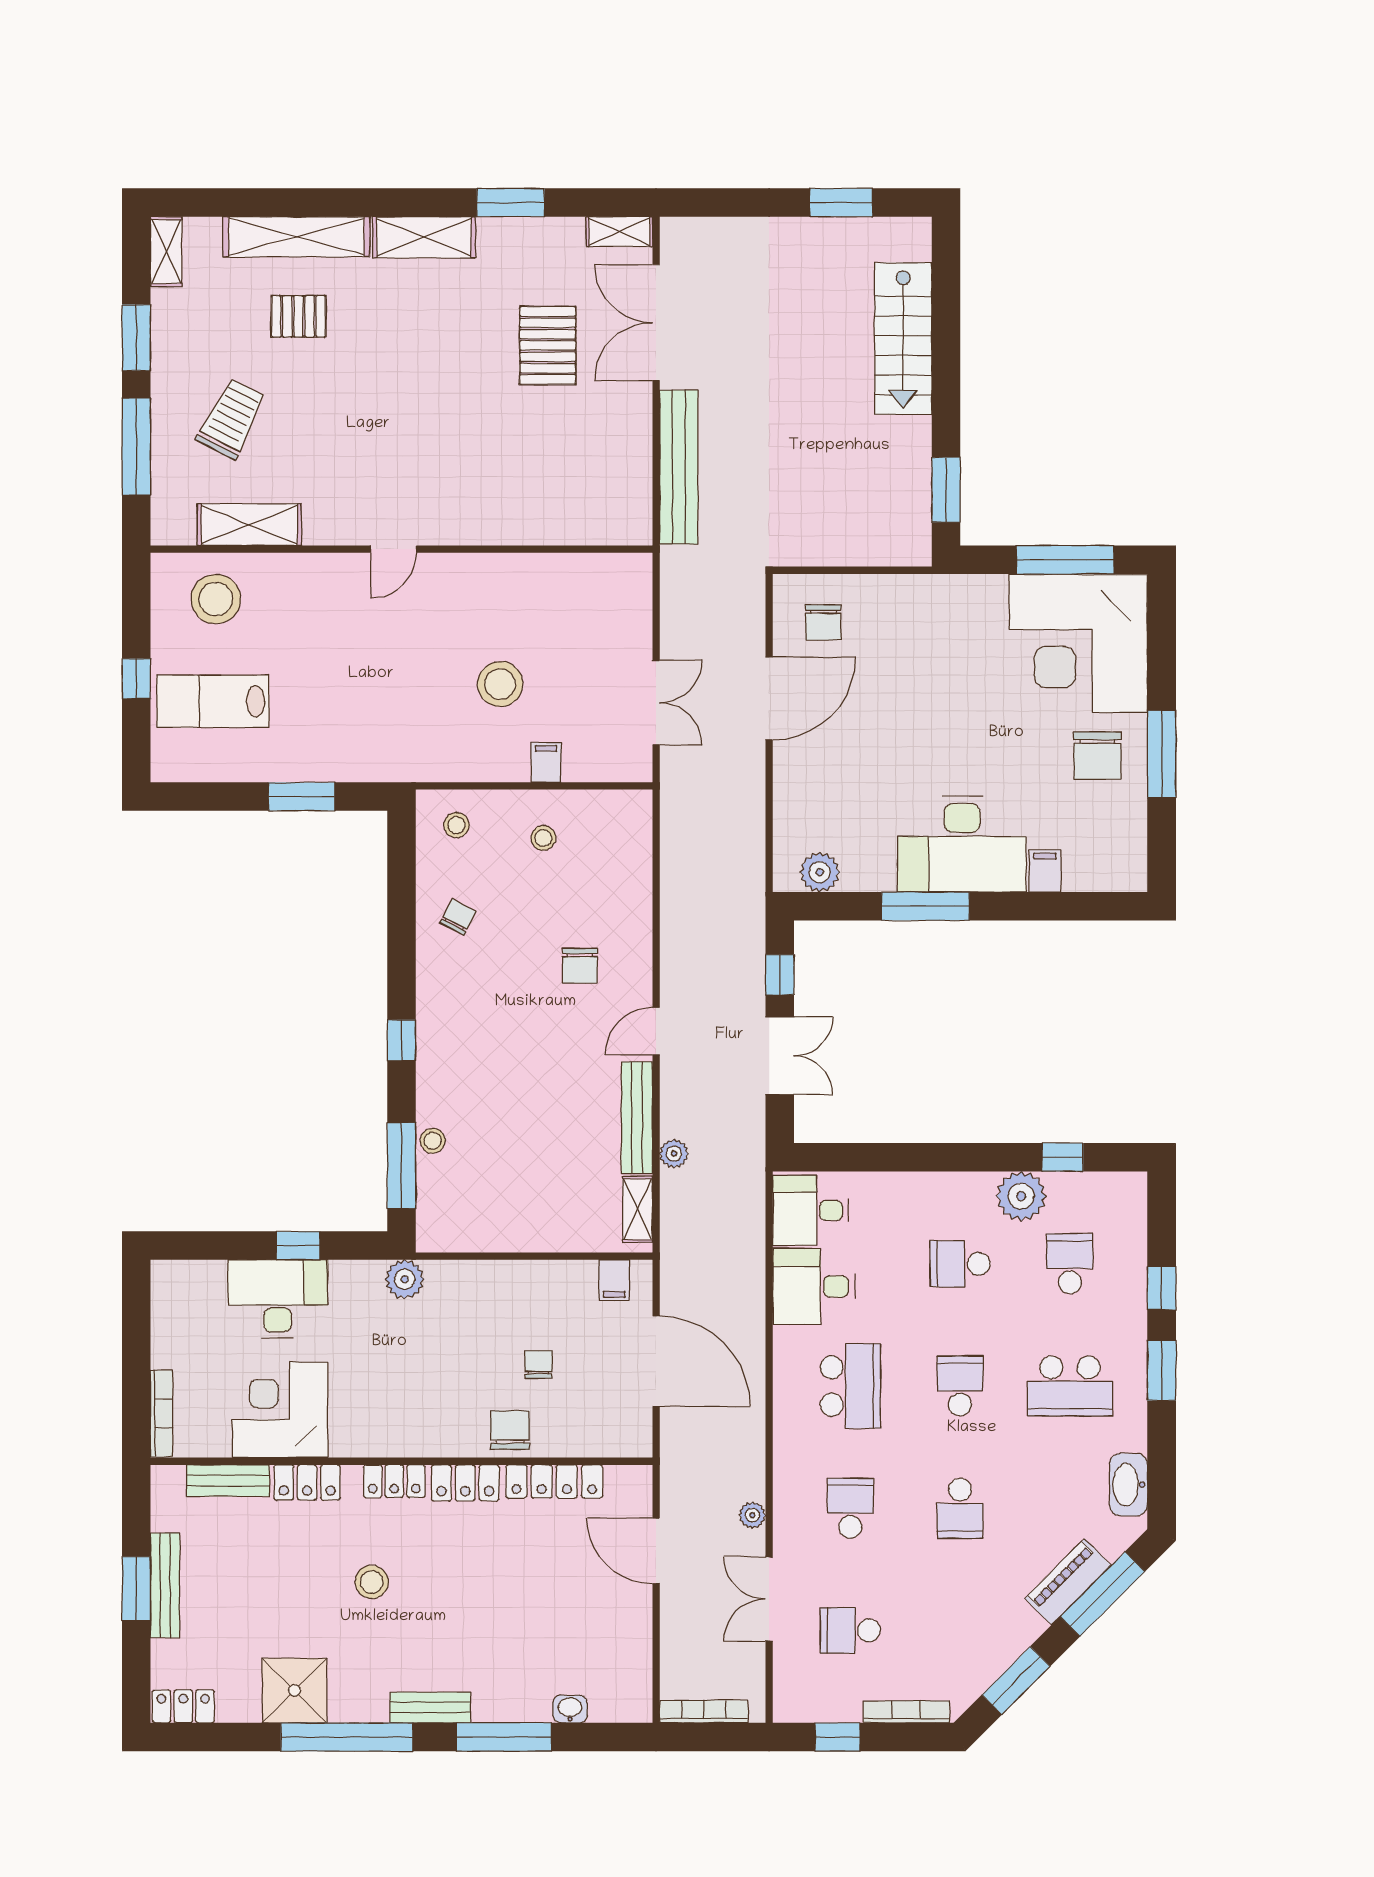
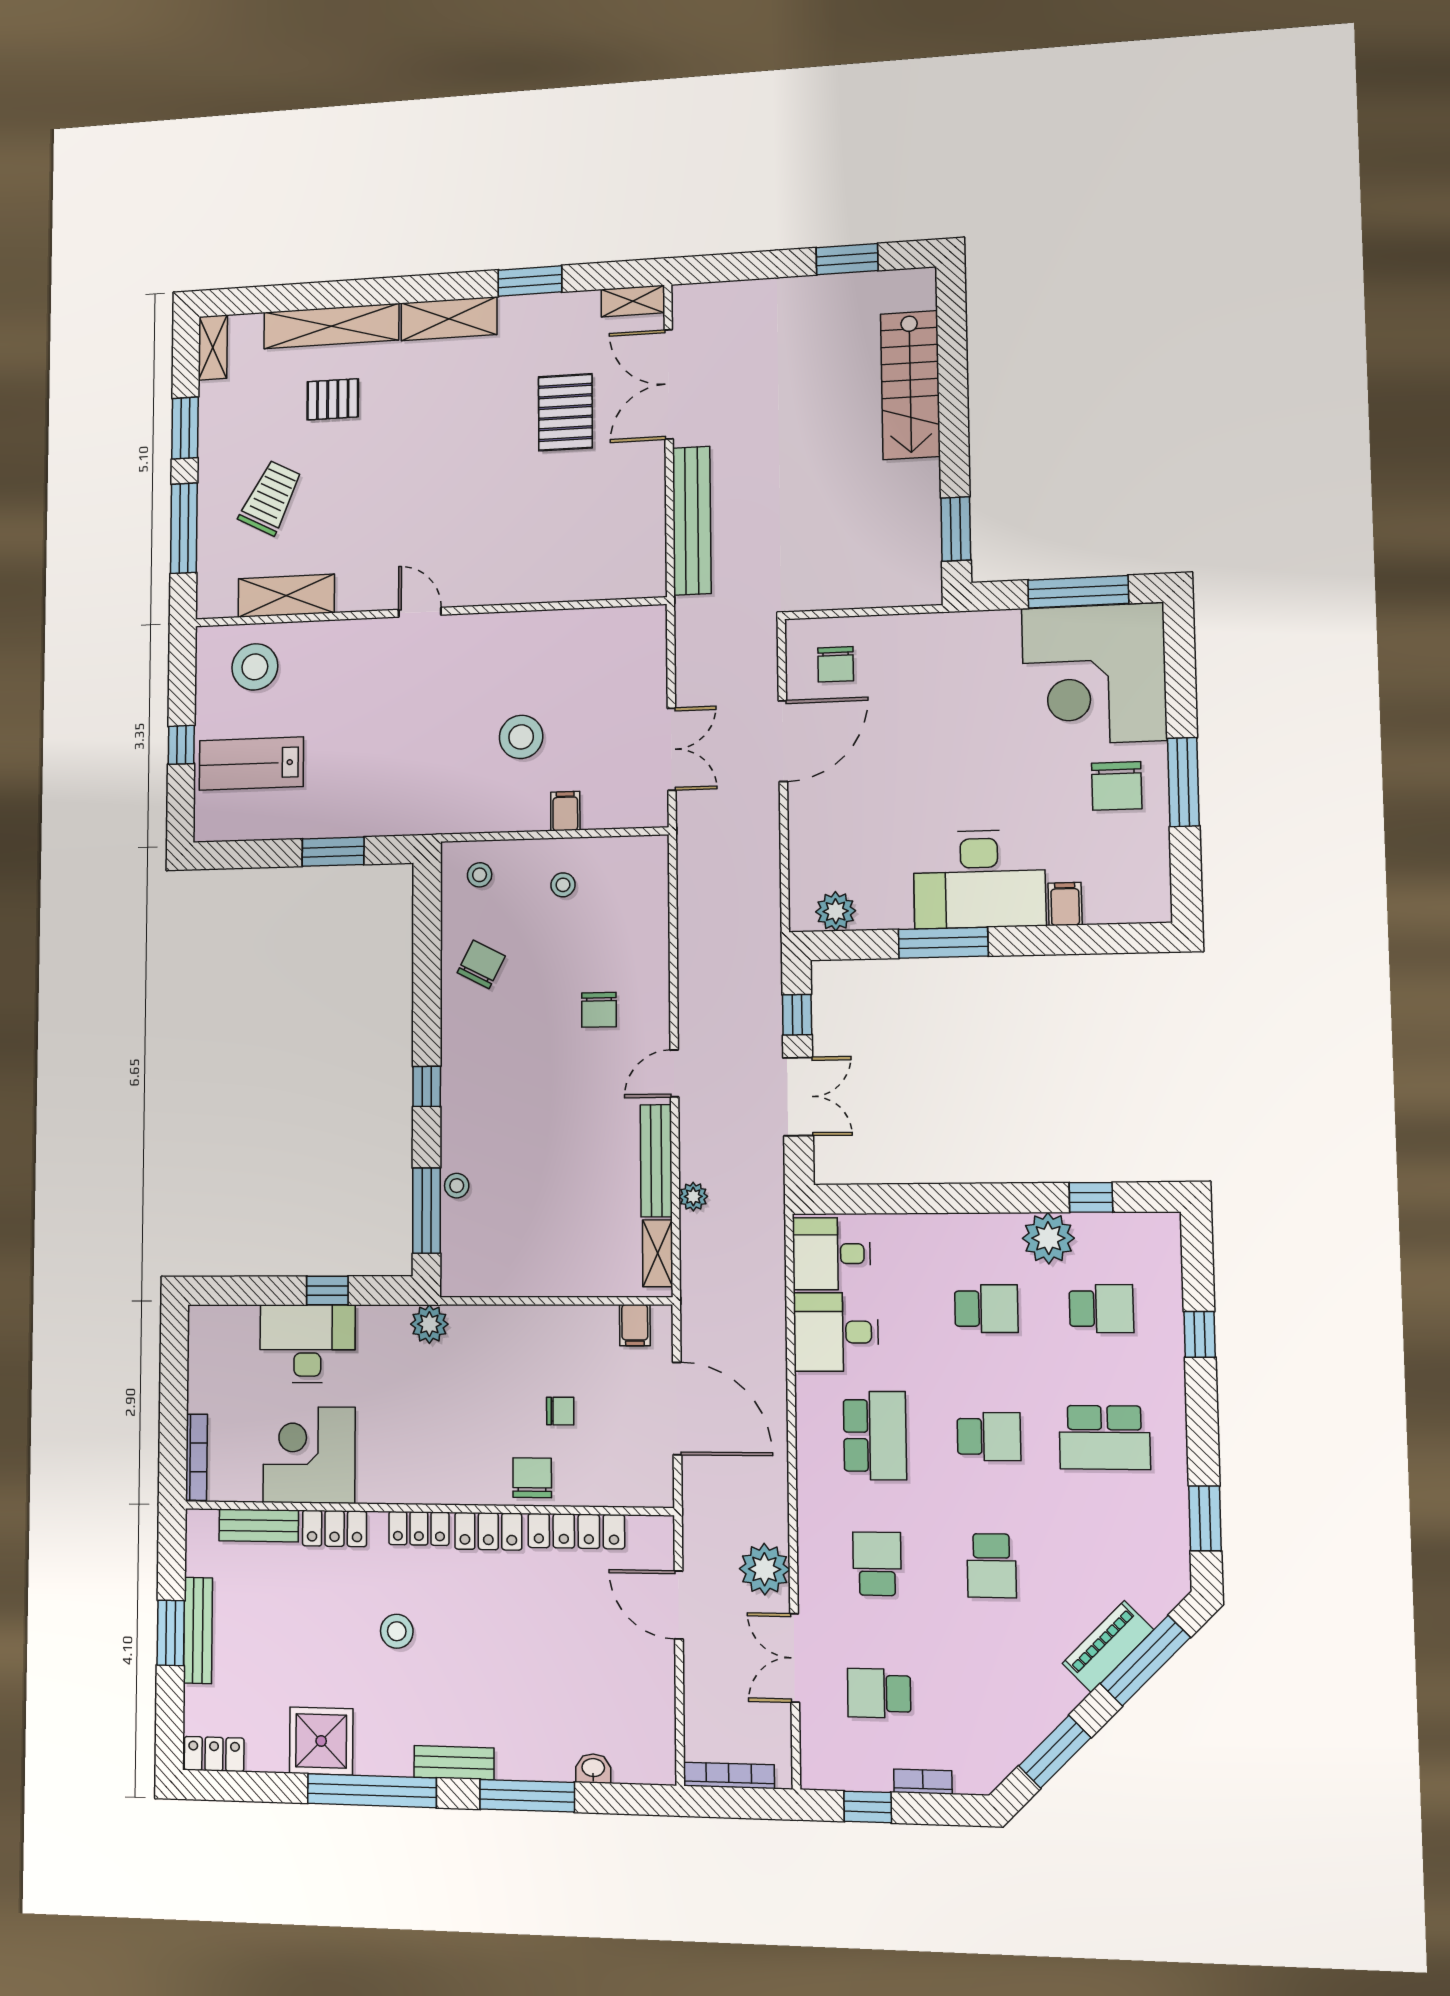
door: (393, 549) -> (420, 612), swing flipped
chair: (458, 917) -> (481, 964), width x1.37, depth x1.37
school desk: (960, 1264) -> (986, 1309), turned 180
school desk: (1070, 1264) -> (1101, 1309), turned 90
chair: (538, 1365) -> (560, 1411), turned 90
window: (1162, 1370) -> (1205, 1518), moved
school desk: (960, 1386) -> (989, 1436), turned 90
washbasin: (1128, 1485) -> (1170, 1543), removed
plant: (752, 1515) -> (765, 1569), width x1.87, depth x1.87
bookcase: (906, 1712) -> (923, 1782), width x0.64

